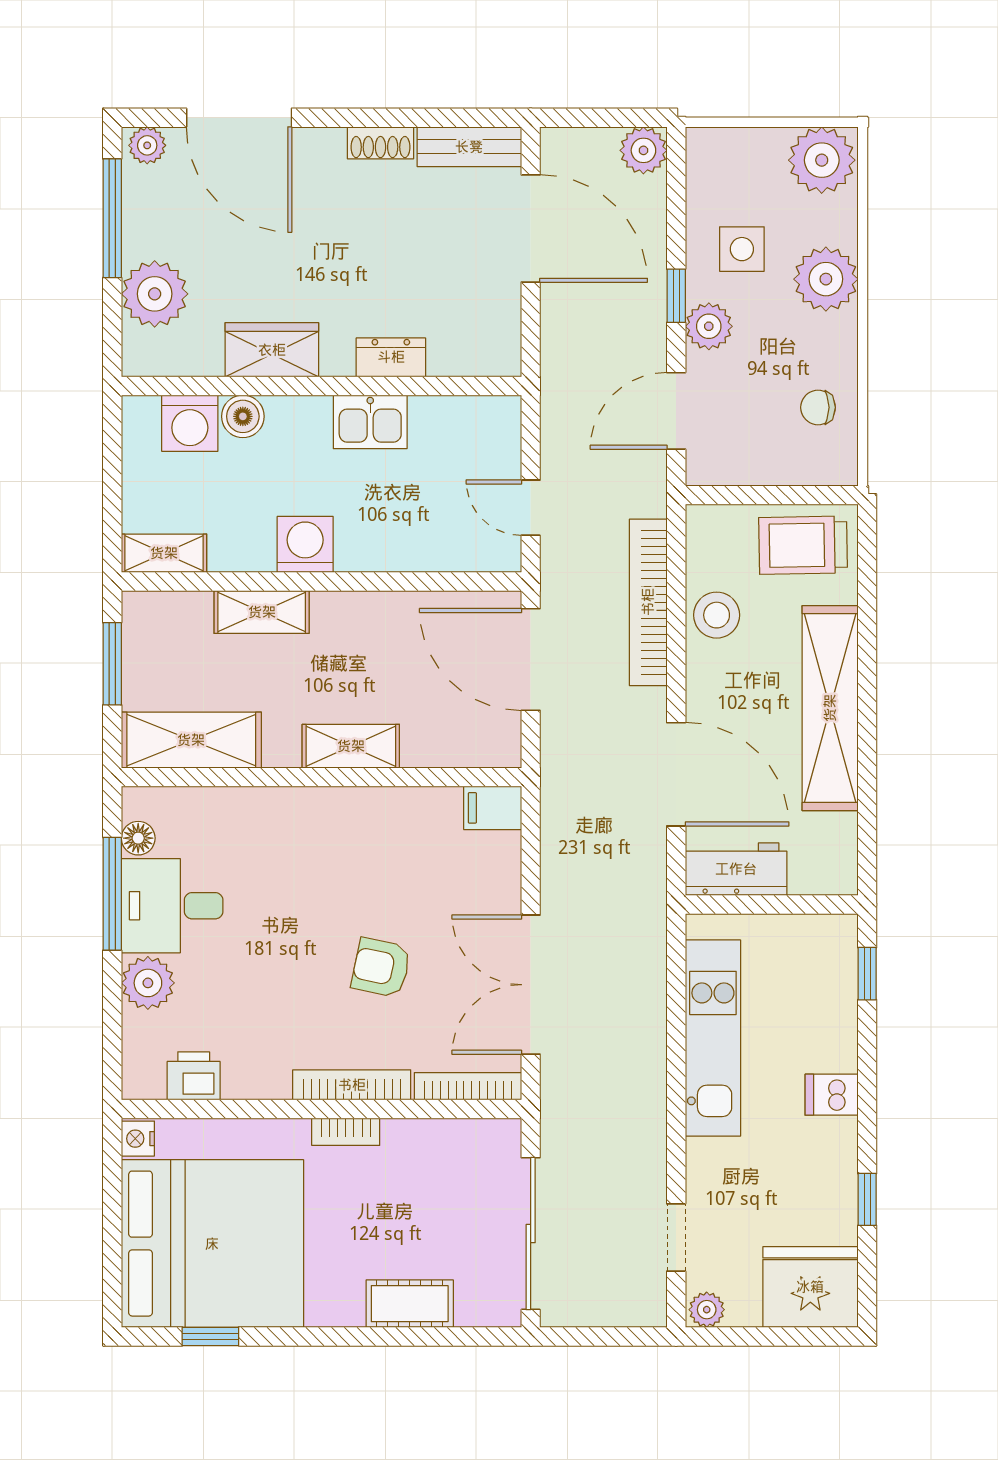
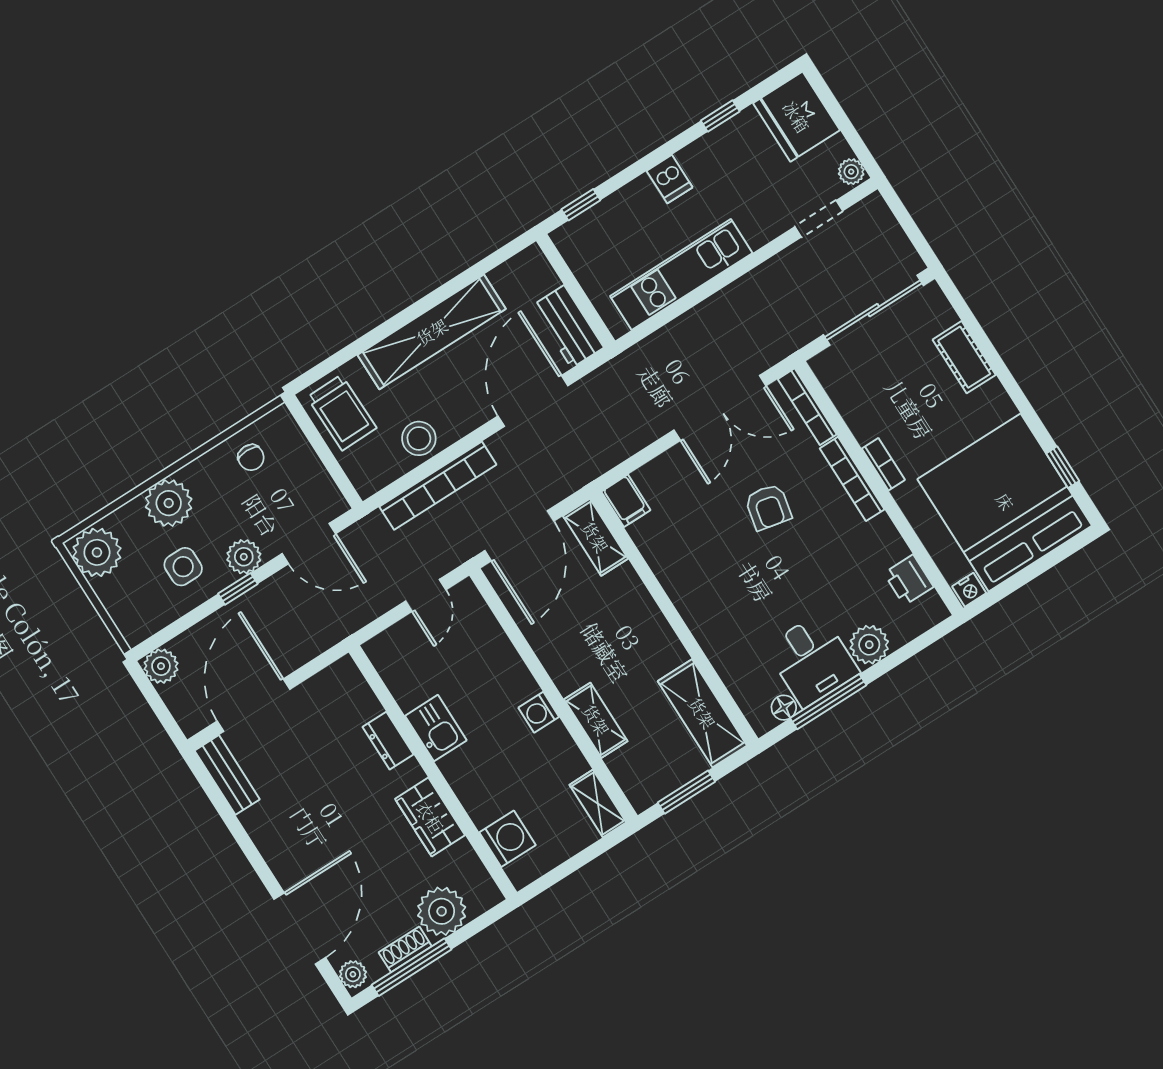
shoe rack: (380, 143) -> (405, 949), moved, turned -90
boiler: (243, 416) -> (483, 809), removed
washing machine: (305, 544) -> (539, 712), width x0.73, depth x0.73
shelving: (351, 746) -> (595, 537), moved

